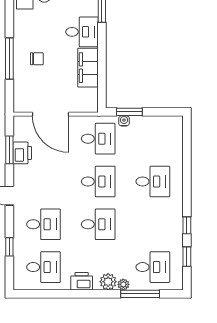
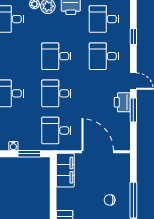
filing cabinet: (88, 68) -> (65, 170), moved
water cooler: (124, 121) -> (13, 146), moved
window: (9, 150) -> (133, 110), moved
printer: (22, 153) -> (122, 102), moved

